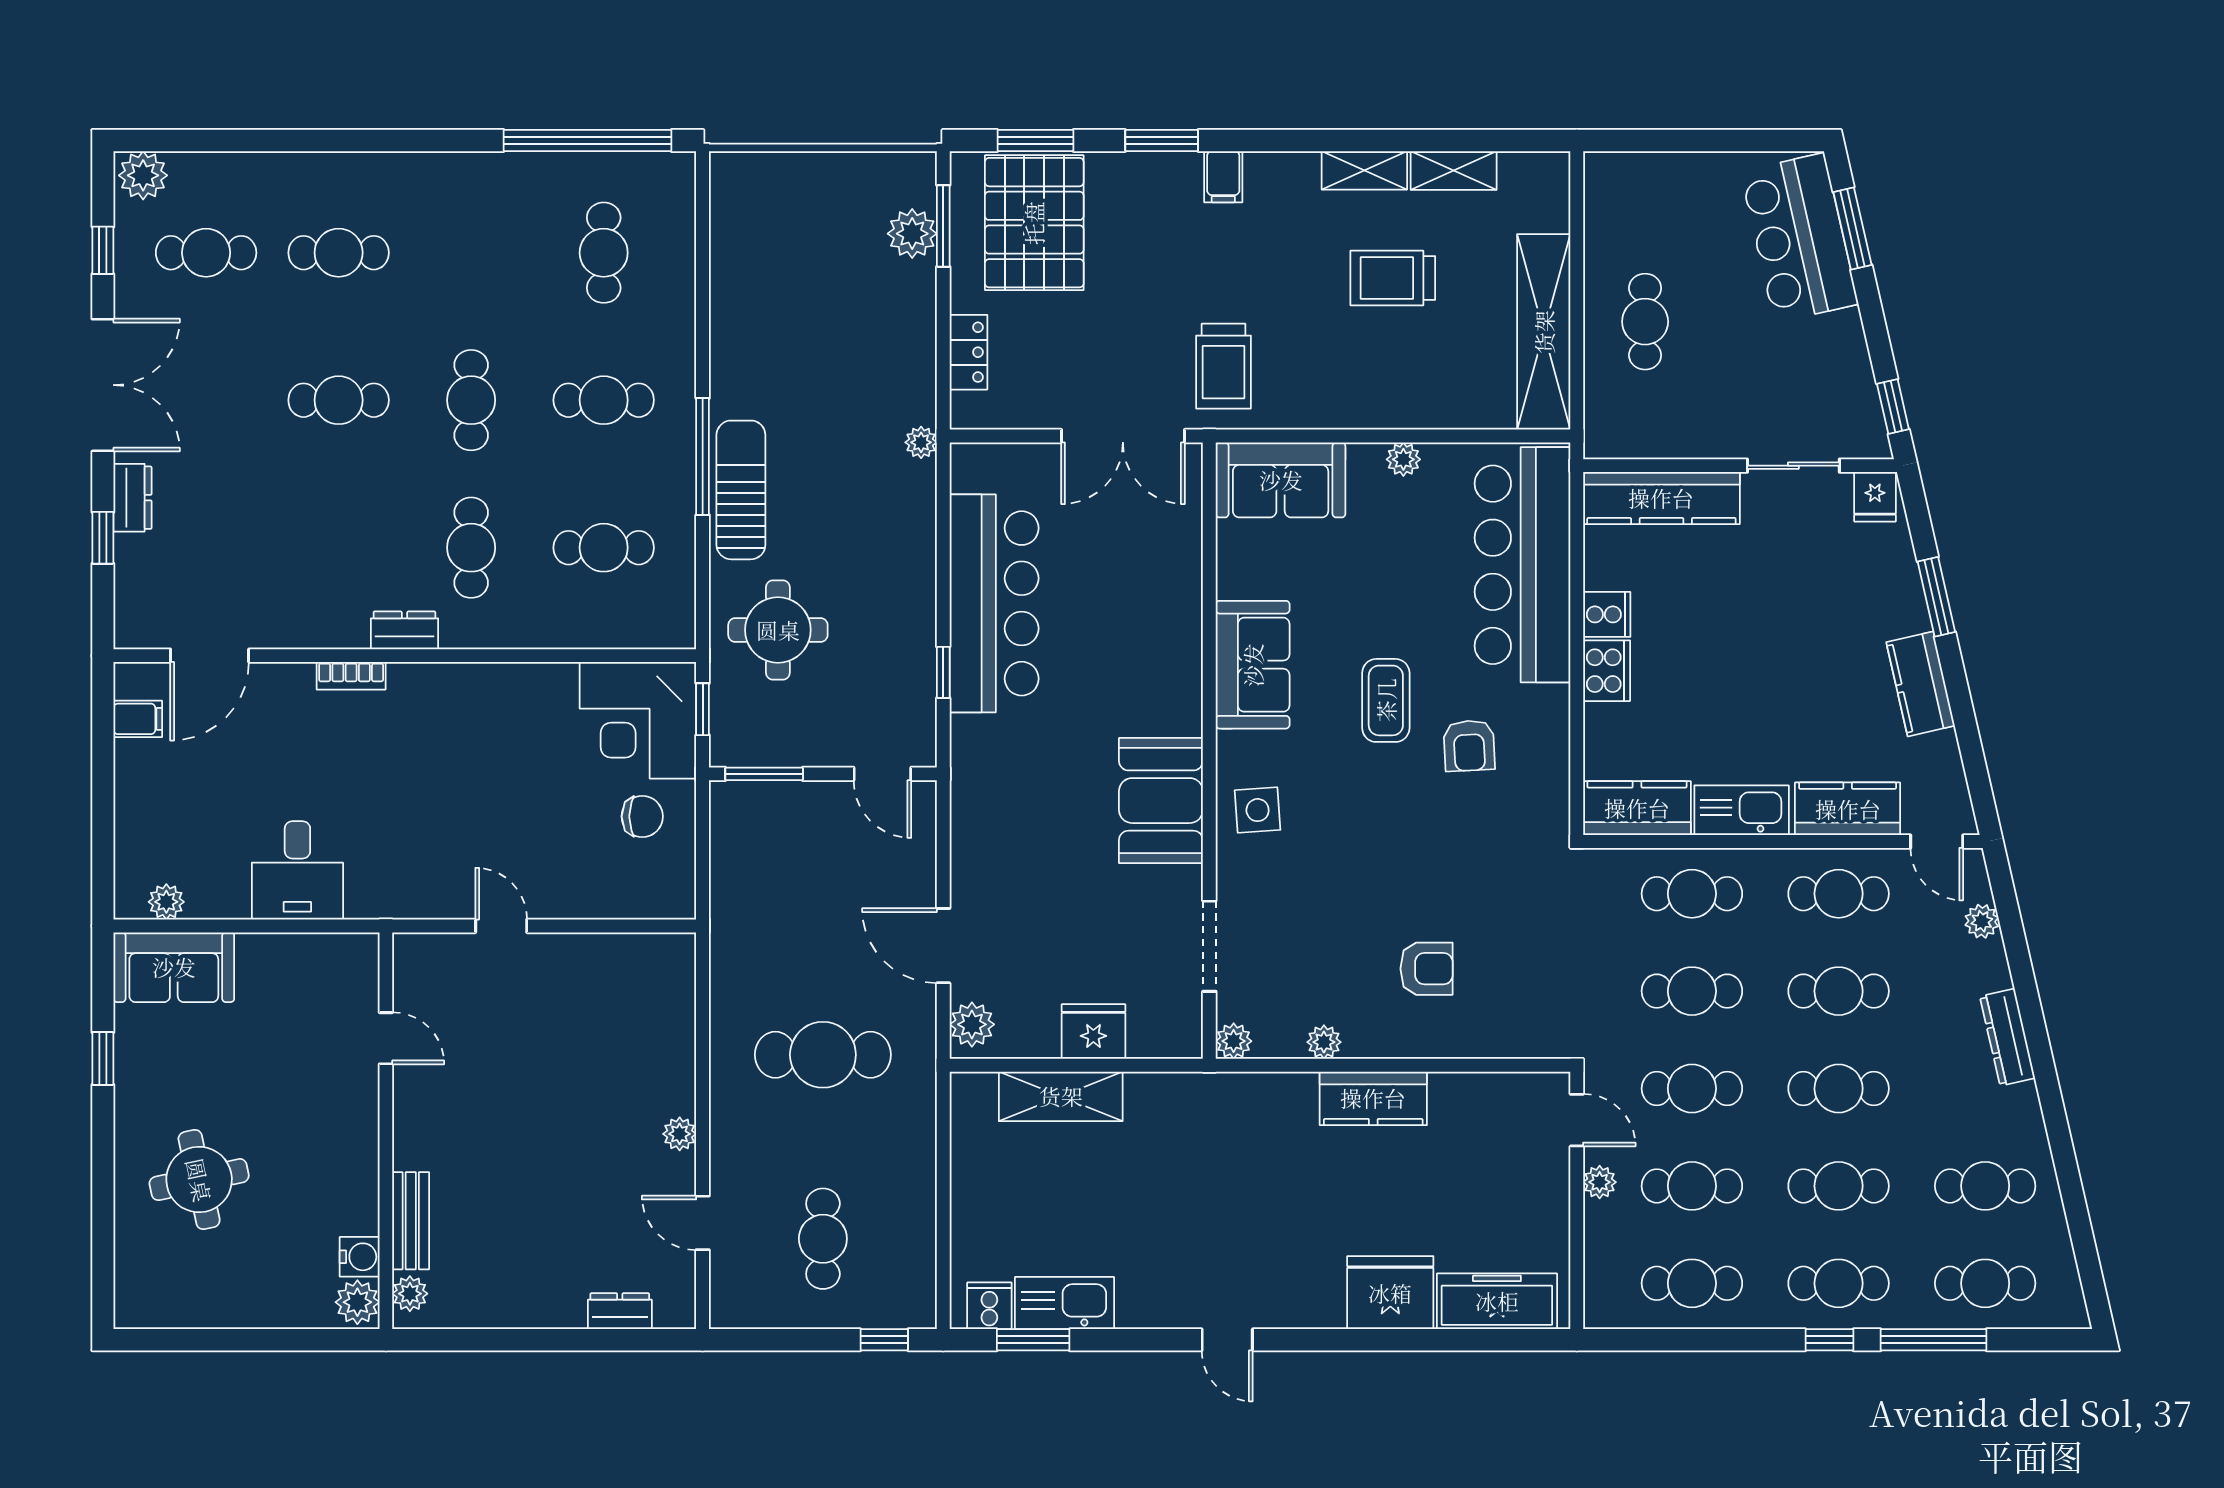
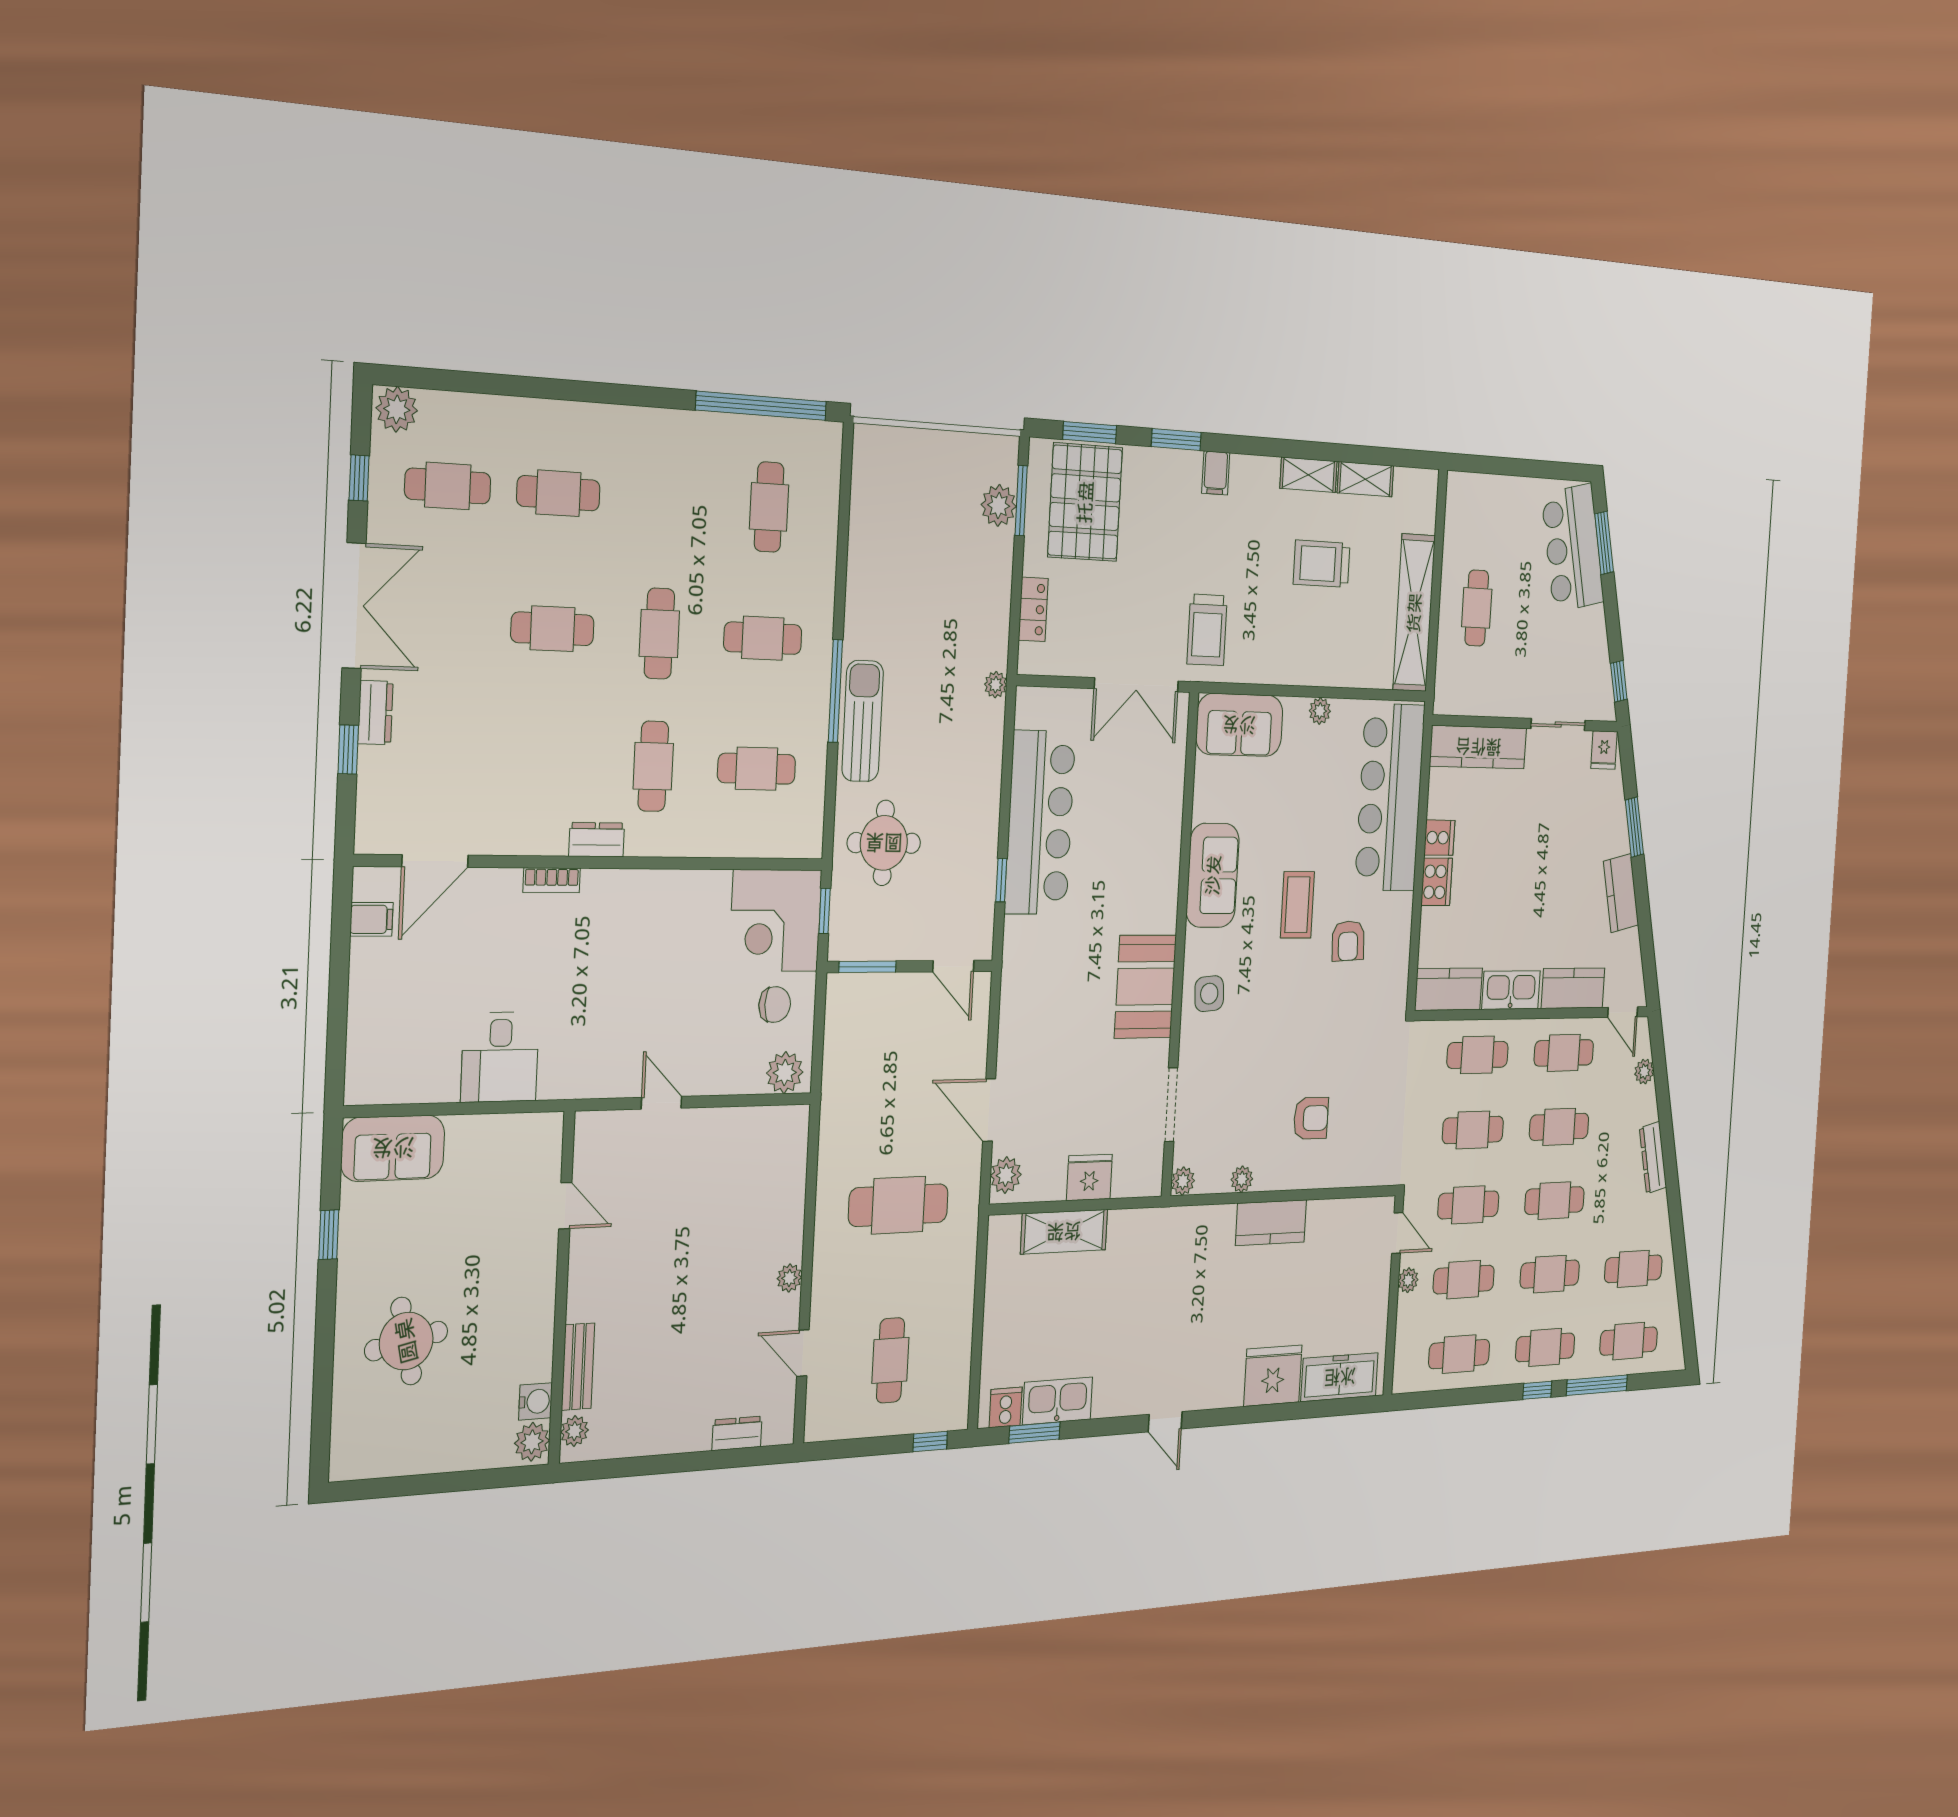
plant: (166, 902) -> (785, 1073), moved, width x1.38, depth x1.38

